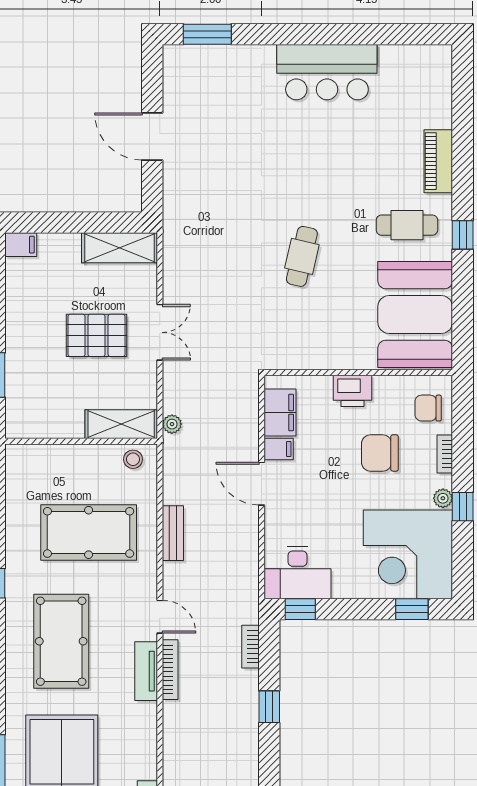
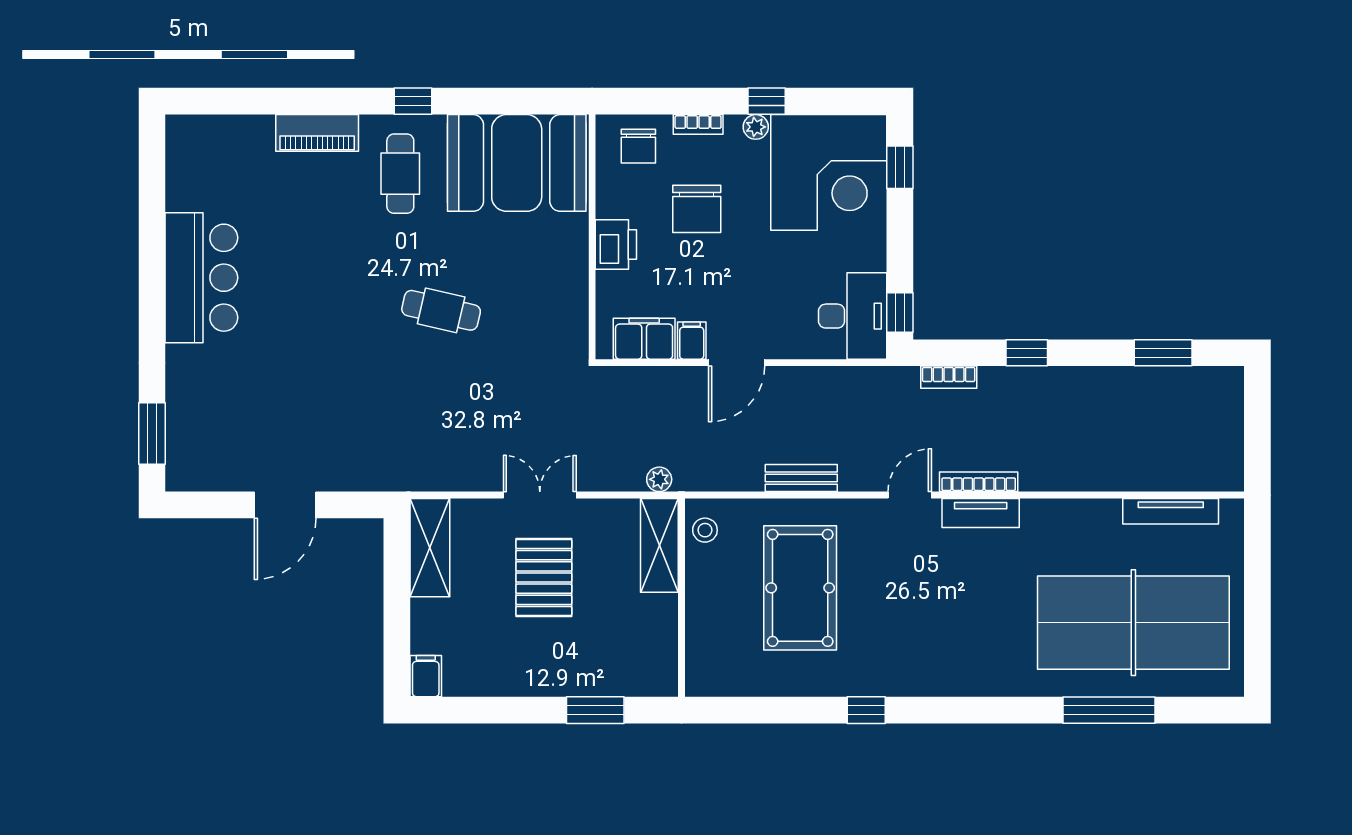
pool table: (61, 641) -> (942, 624), removed

